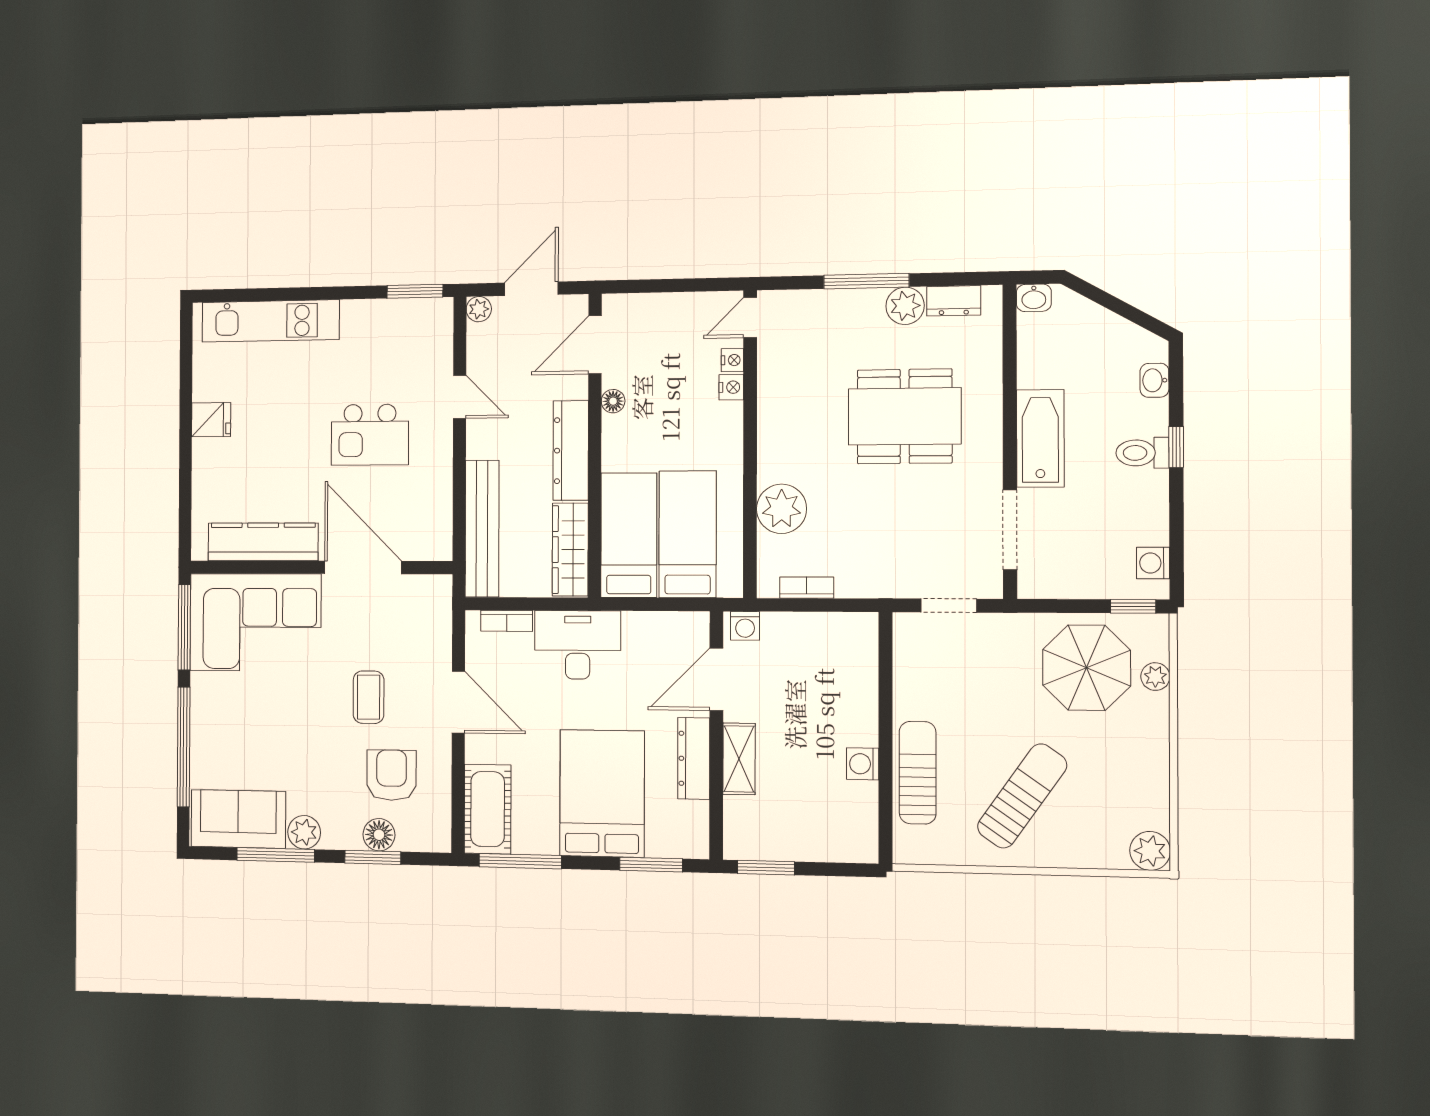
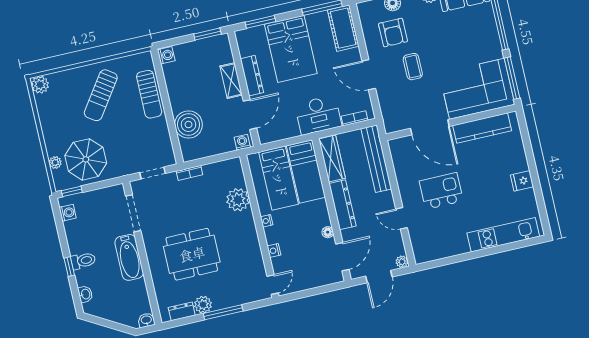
window: (415, 291) -> (435, 264), removed
nightstand: (732, 360) -> (267, 221), moved
bookcase: (807, 588) -> (189, 173), moved
boiler: (849, 689) -> (188, 125), added
washing machine: (863, 764) -> (166, 55), moved

